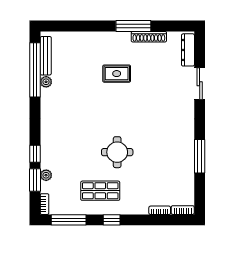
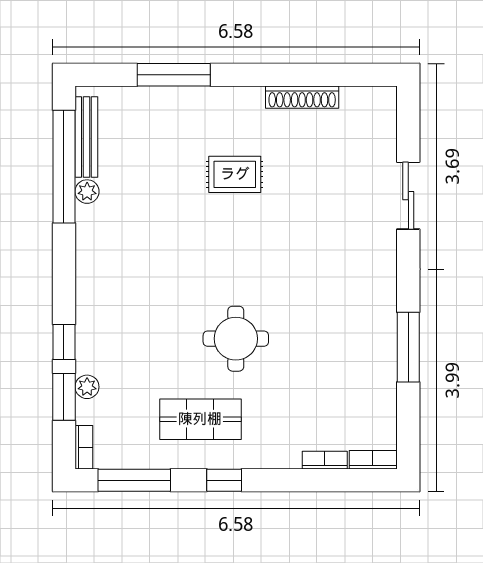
window: (133, 26) -> (174, 75), moved
dresser: (188, 50) -> (384, 125), removed

